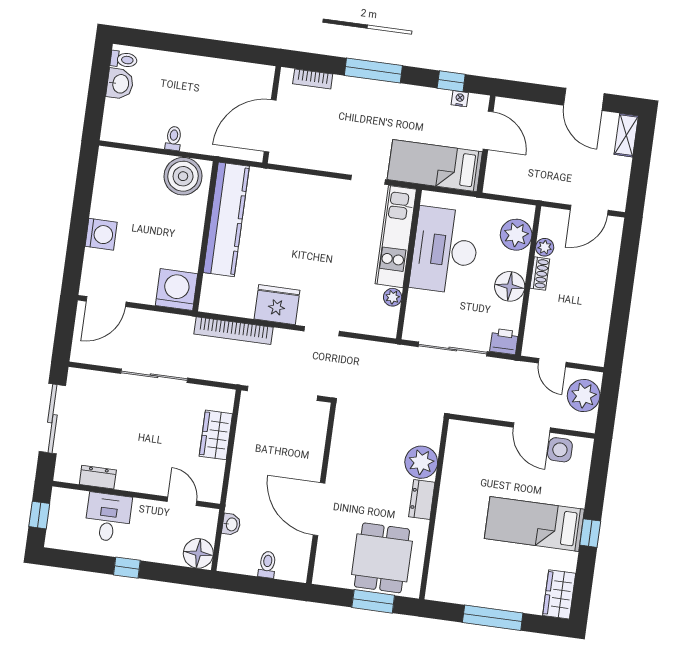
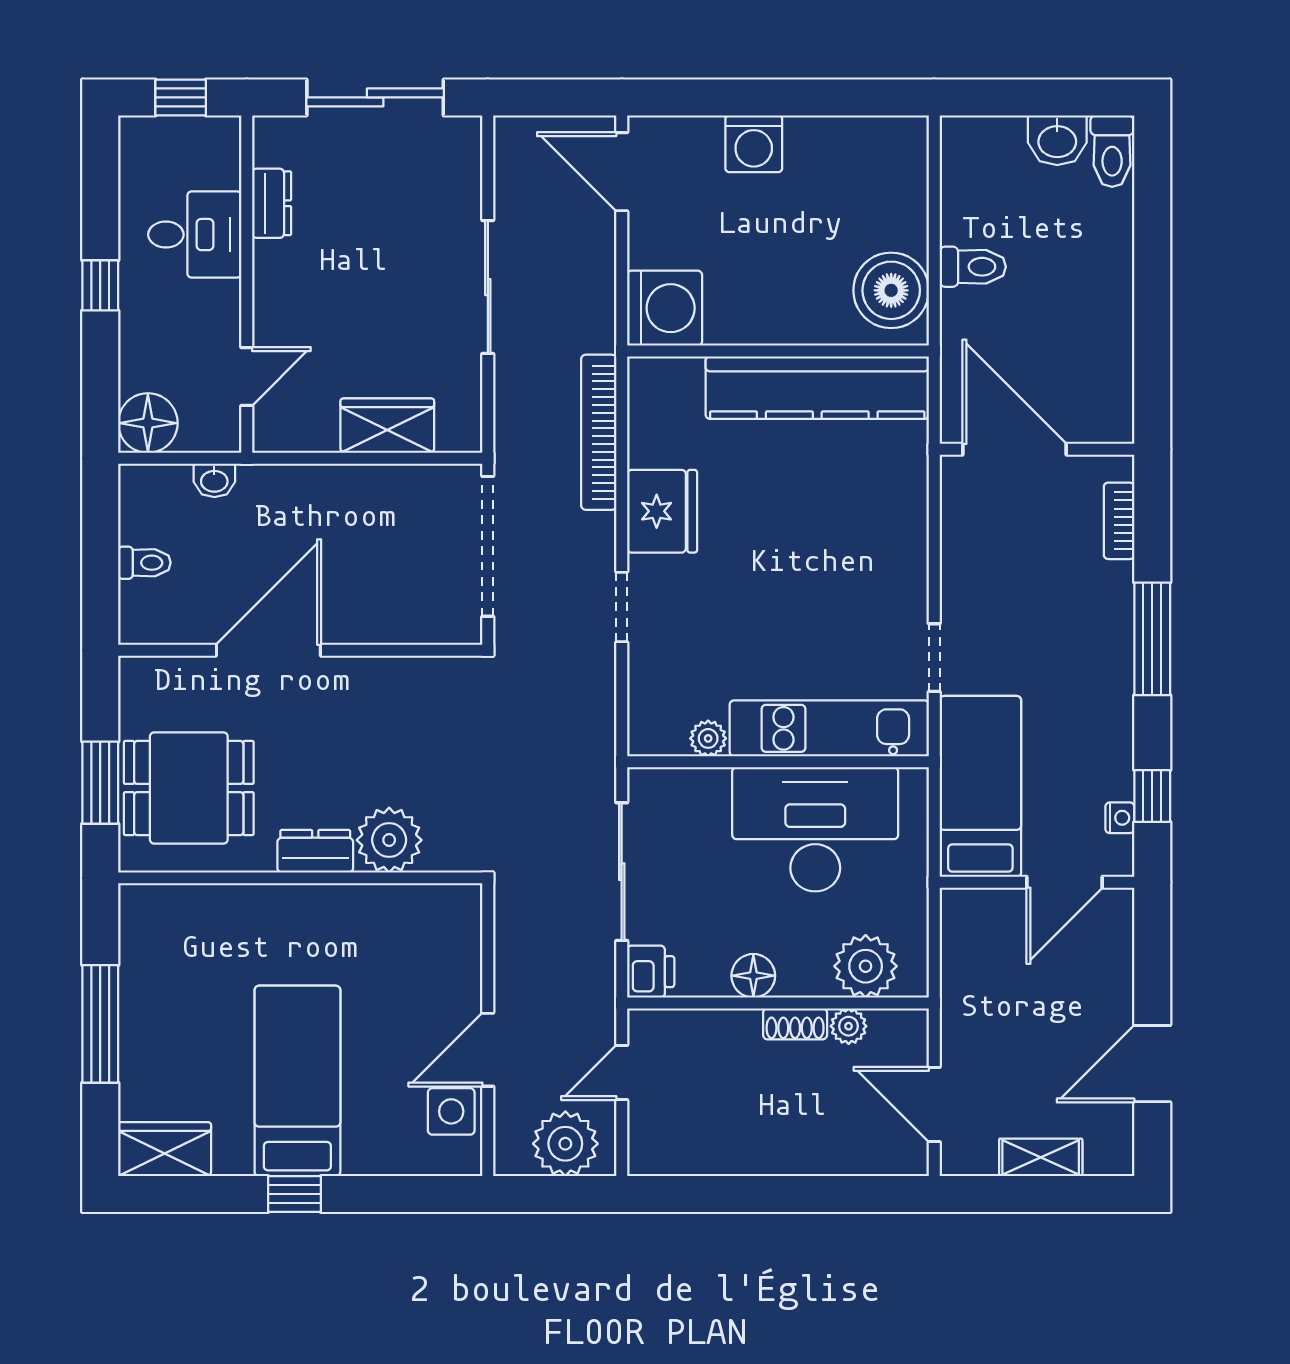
toilet: (124, 60) -> (1112, 151), width x1.37, depth x1.39
shelving: (626, 135) -> (1041, 1157), moved
toilet: (174, 138) -> (973, 267), width x1.37, depth x1.39
floor lamp: (510, 286) -> (753, 976), width x0.73, depth x0.73

